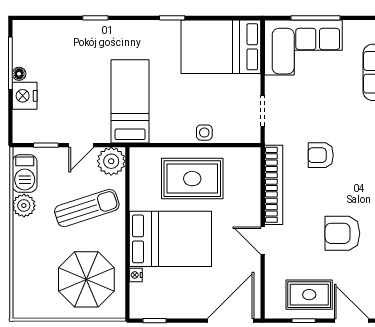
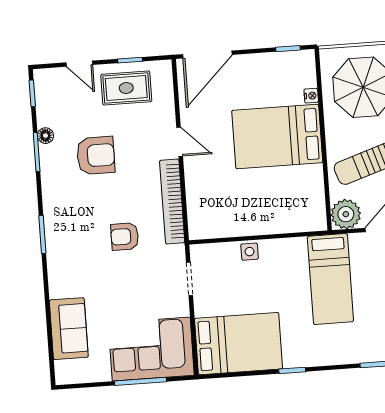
armchair: (321, 155) -> (125, 237), turned 180
rug: (192, 179) -> (259, 202), removed
door: (352, 321) -> (79, 64), width x0.73

